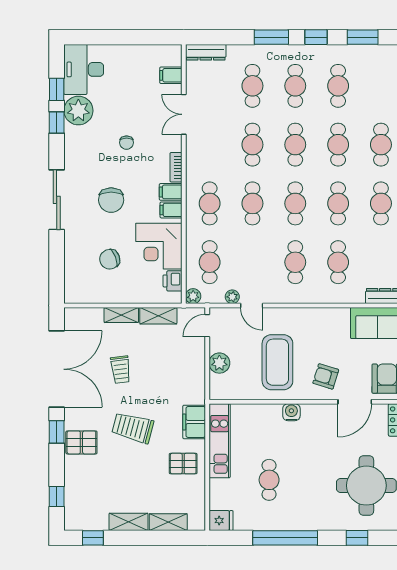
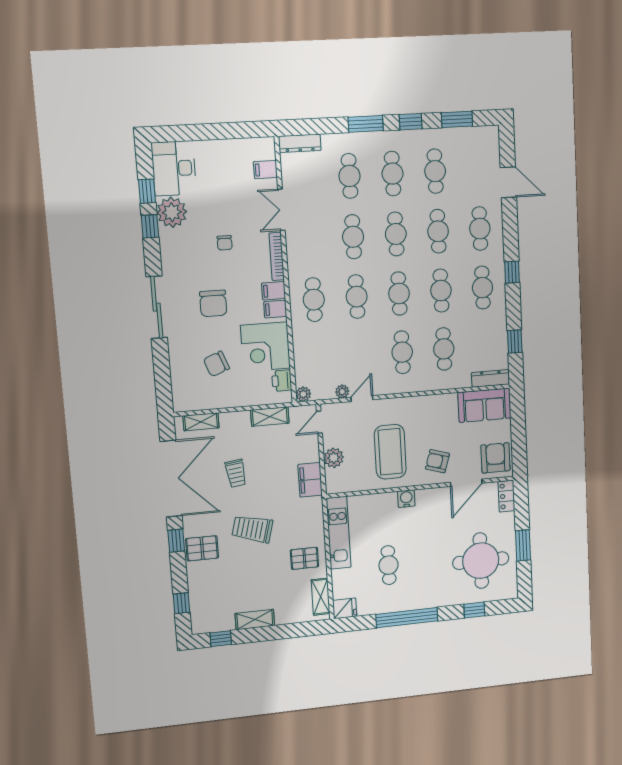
bookcase: (176, 167) -> (277, 256), width x1.56
cafe table: (210, 262) -> (318, 359), removed
door: (252, 306) -> (362, 399), swing flipped
shelving: (121, 315) -> (201, 422), moved
filing cabinet: (194, 422) -> (310, 480), moved
shelving: (168, 522) -> (321, 597), moved, turned 90

